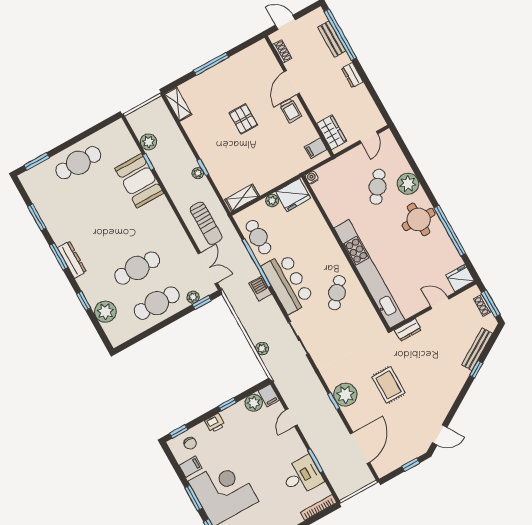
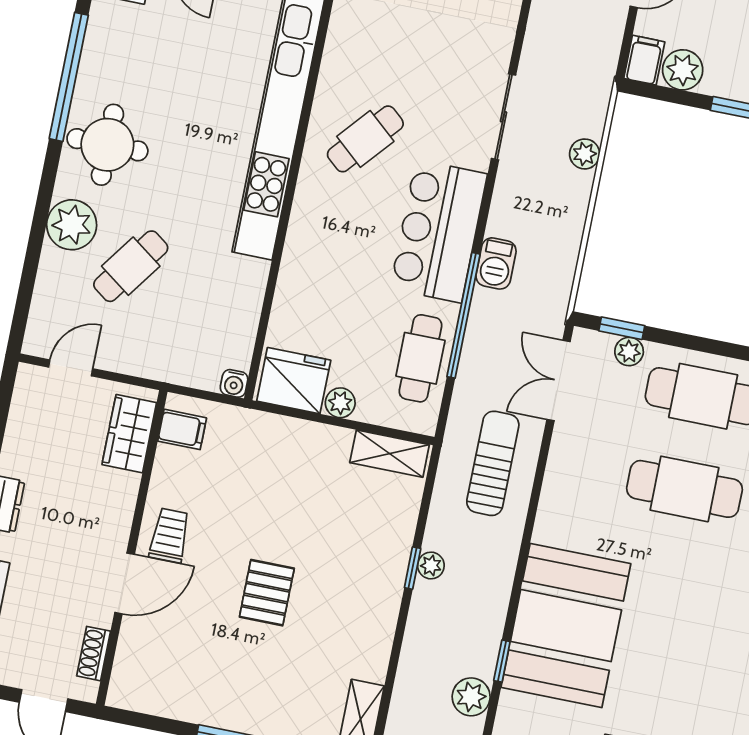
booth: (139, 181) -> (566, 626), width x1.36, depth x1.42

